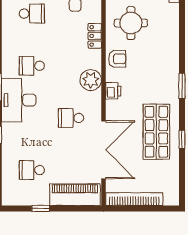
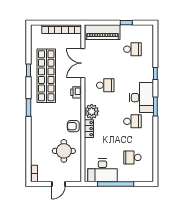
locker: (95, 36) -> (89, 129), moved
printer: (113, 91) -> (76, 92), moved
shop shelf: (156, 132) -> (46, 76), width x1.40
double door: (104, 150) -> (83, 63), width x0.73

